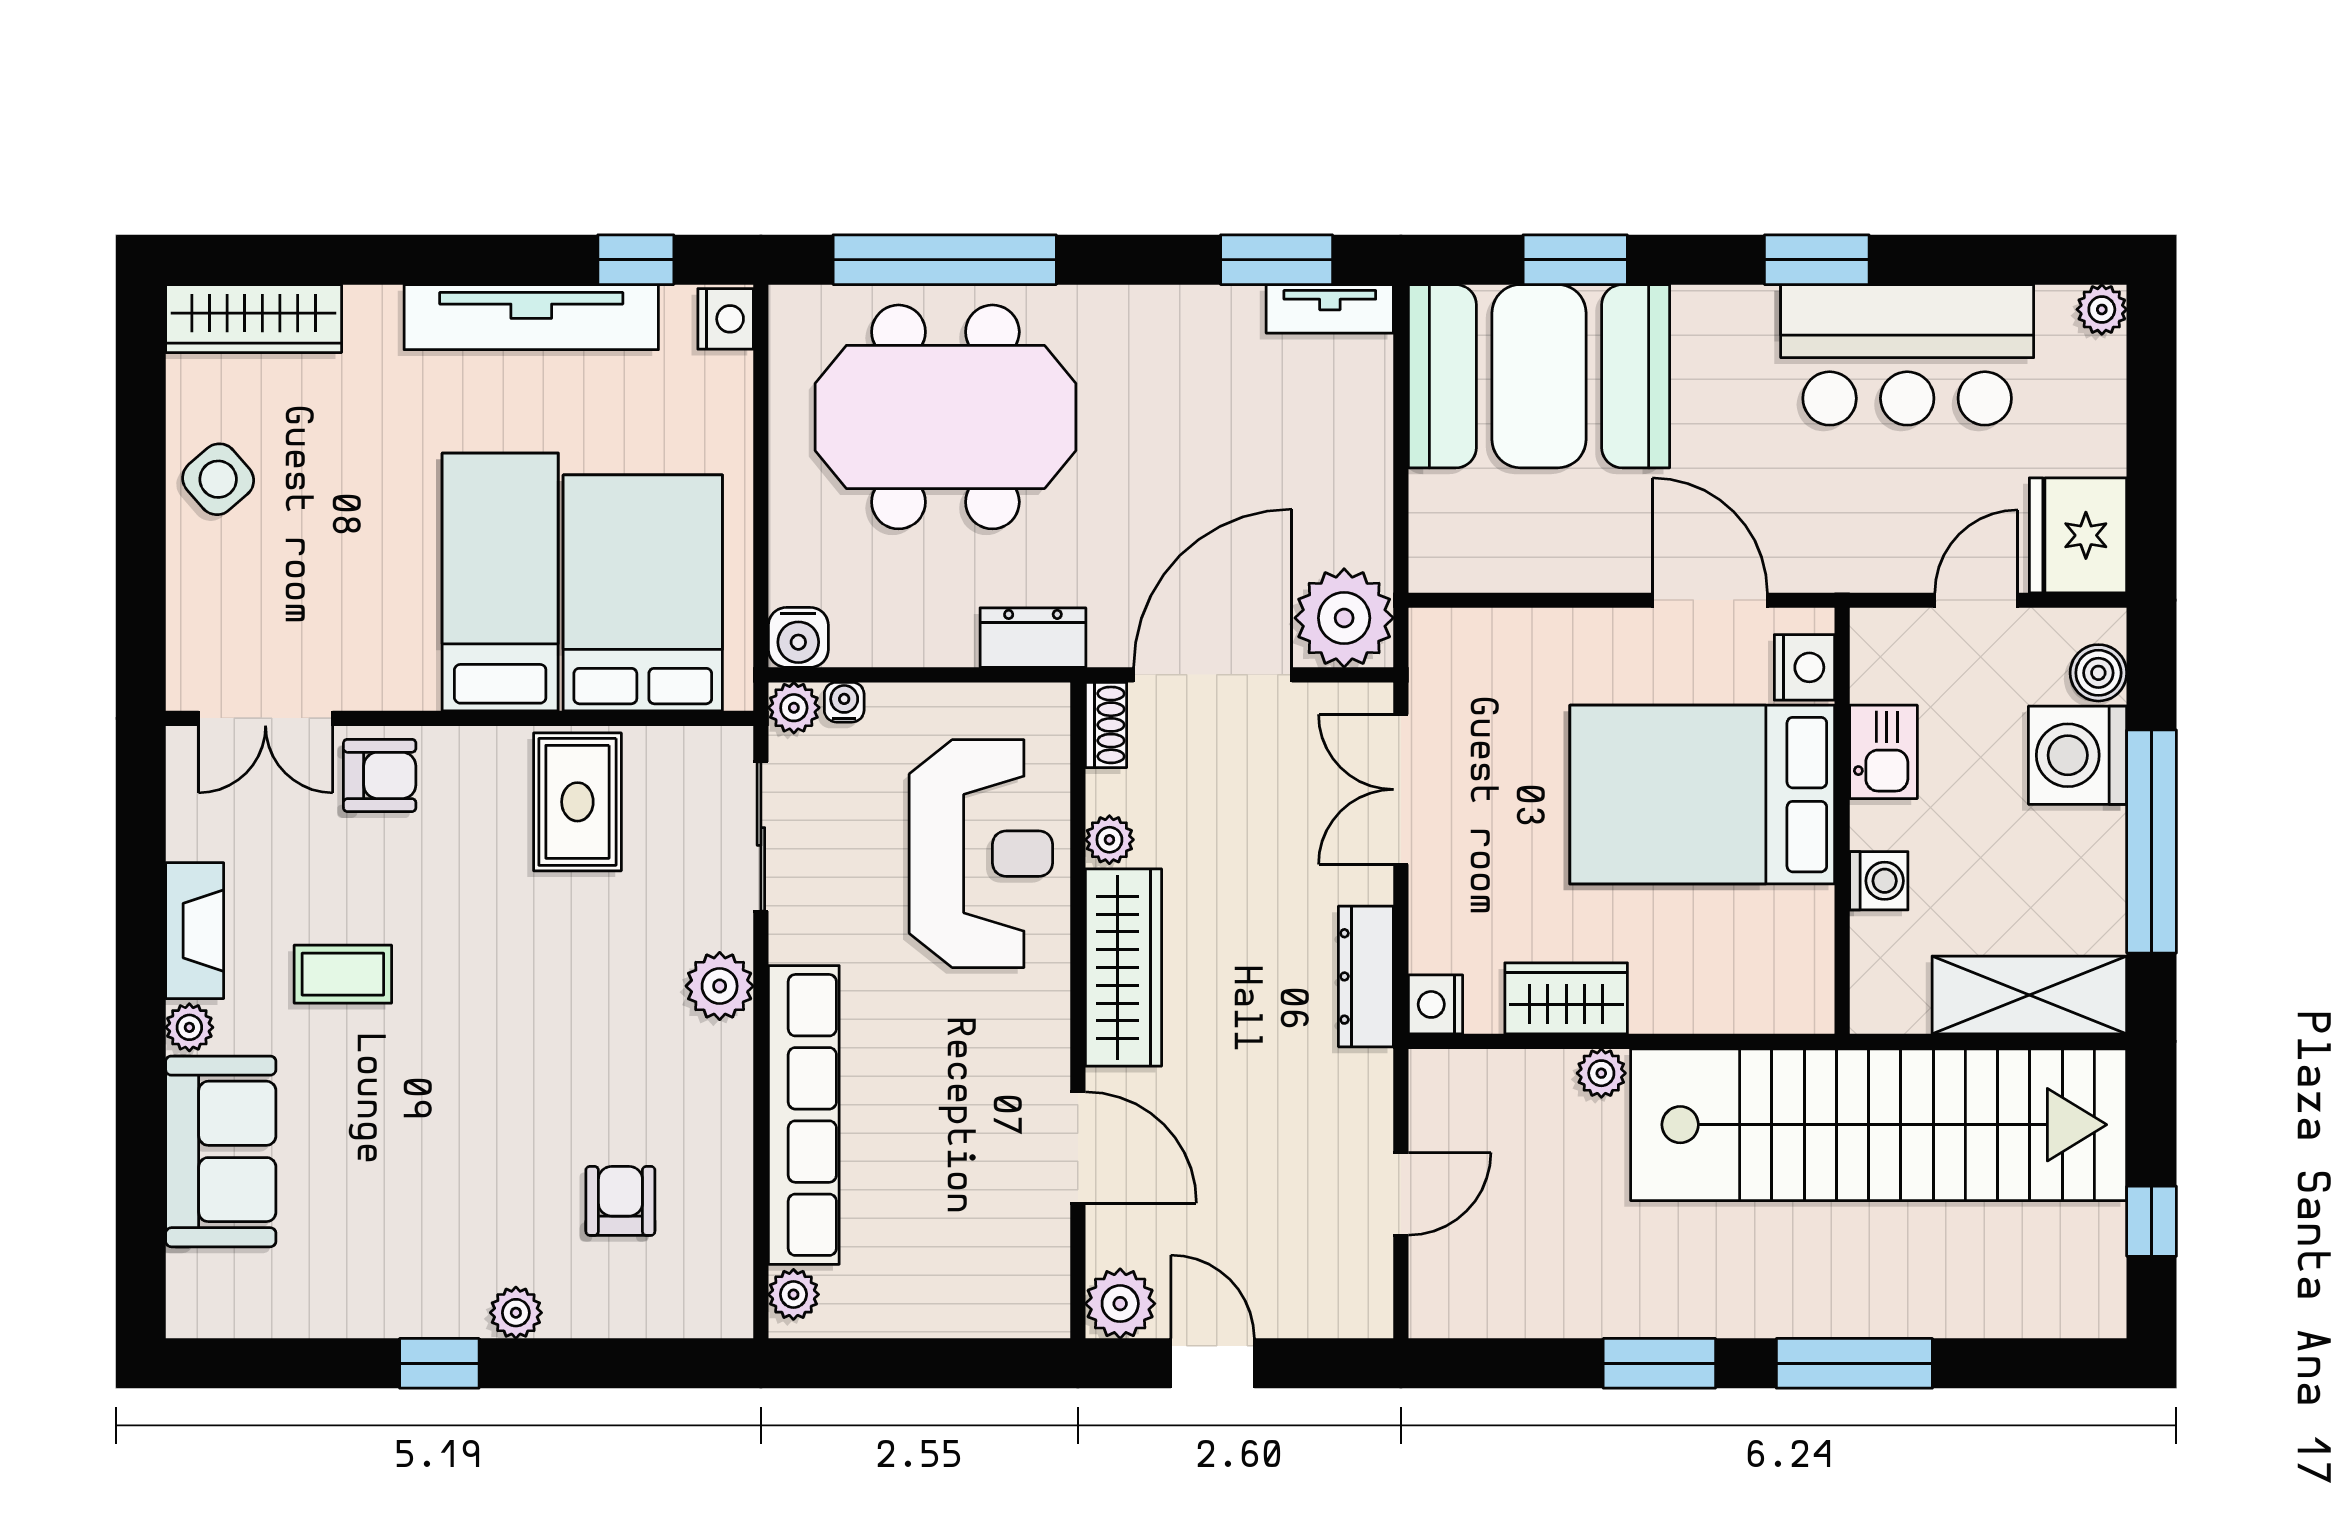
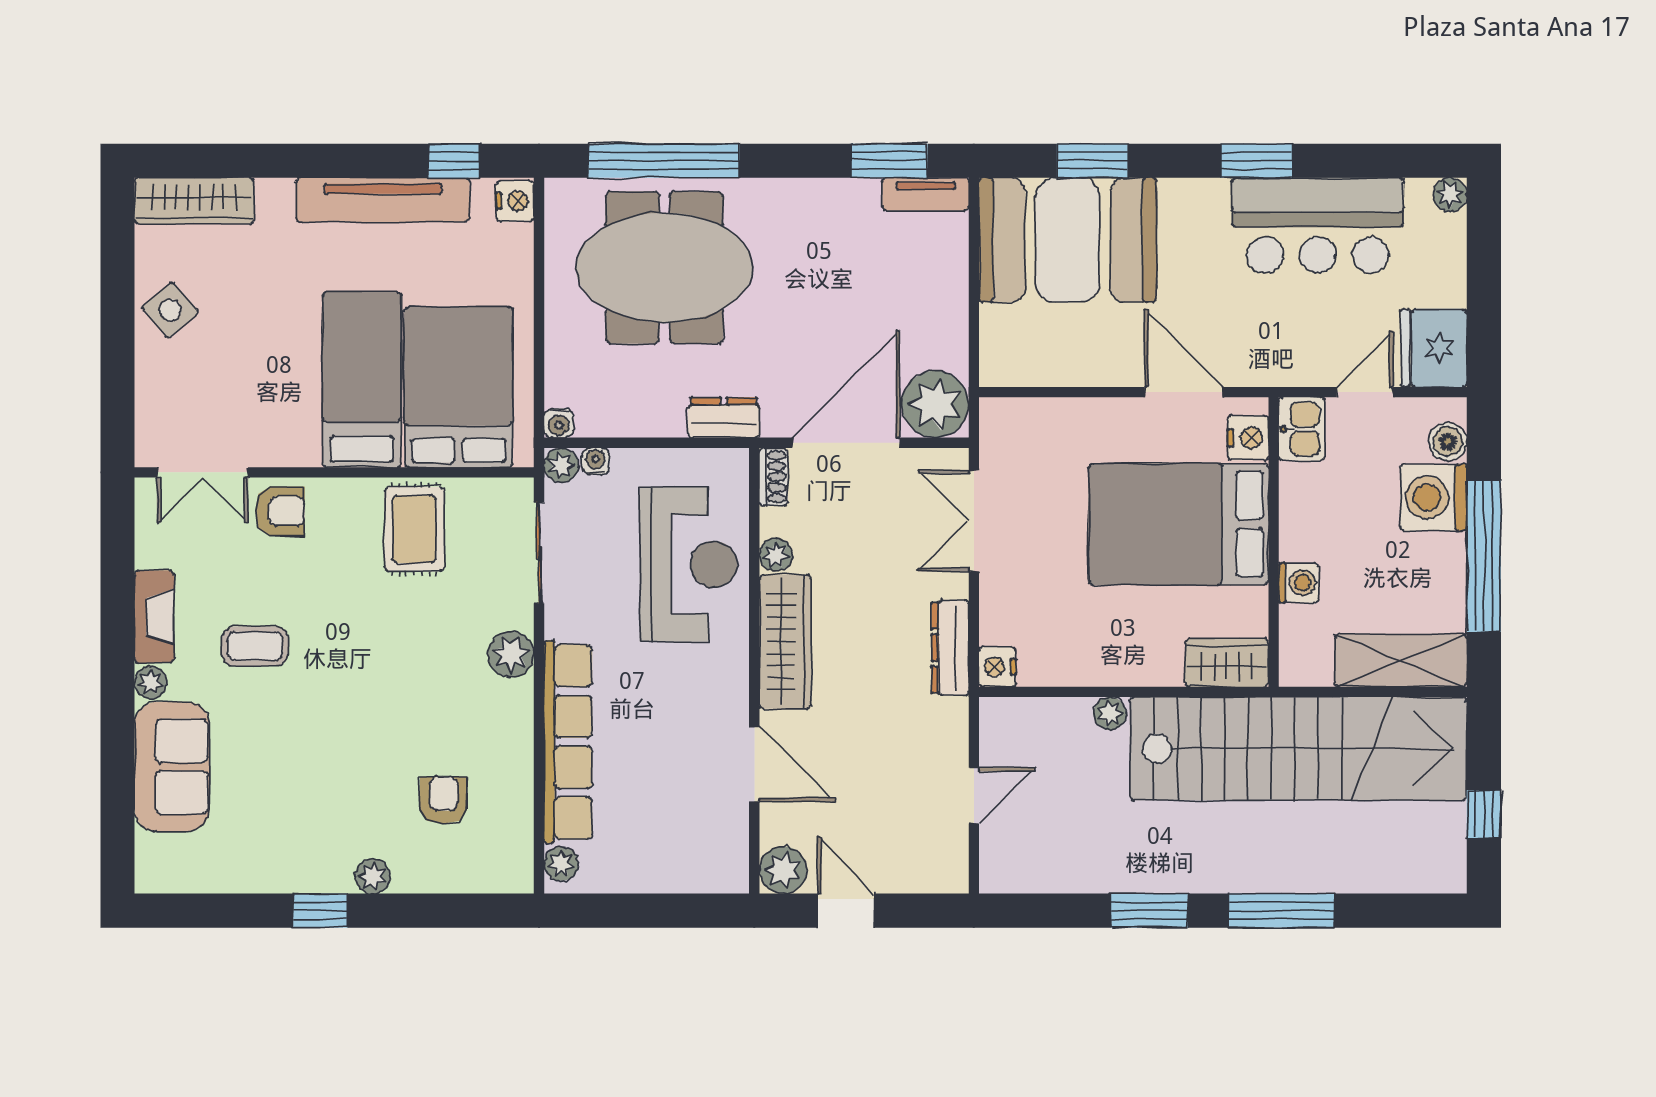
water cooler: (798, 637) -> (559, 423), width x0.72, depth x0.72
kitchen sink: (1883, 752) -> (1302, 429), moved
wardrobe: (1566, 998) -> (1227, 663), moved

